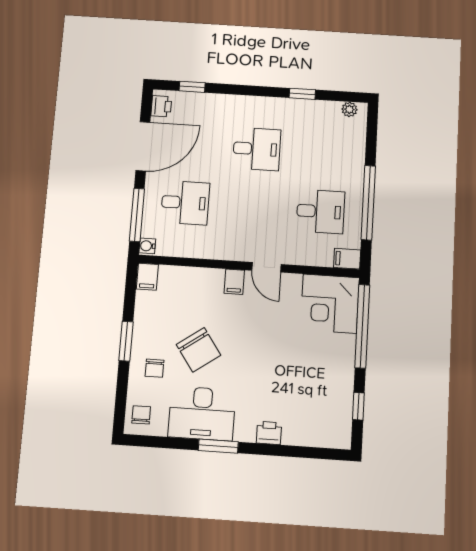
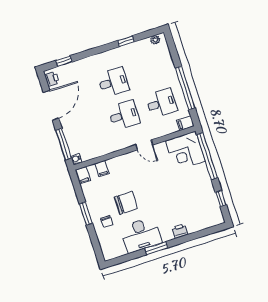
desk: (185, 203) -> (124, 115), moved
filing cabinet: (234, 282) -> (102, 169), moved
chair: (198, 350) -> (126, 203), turned -55
chair: (141, 415) -> (110, 248), removed

